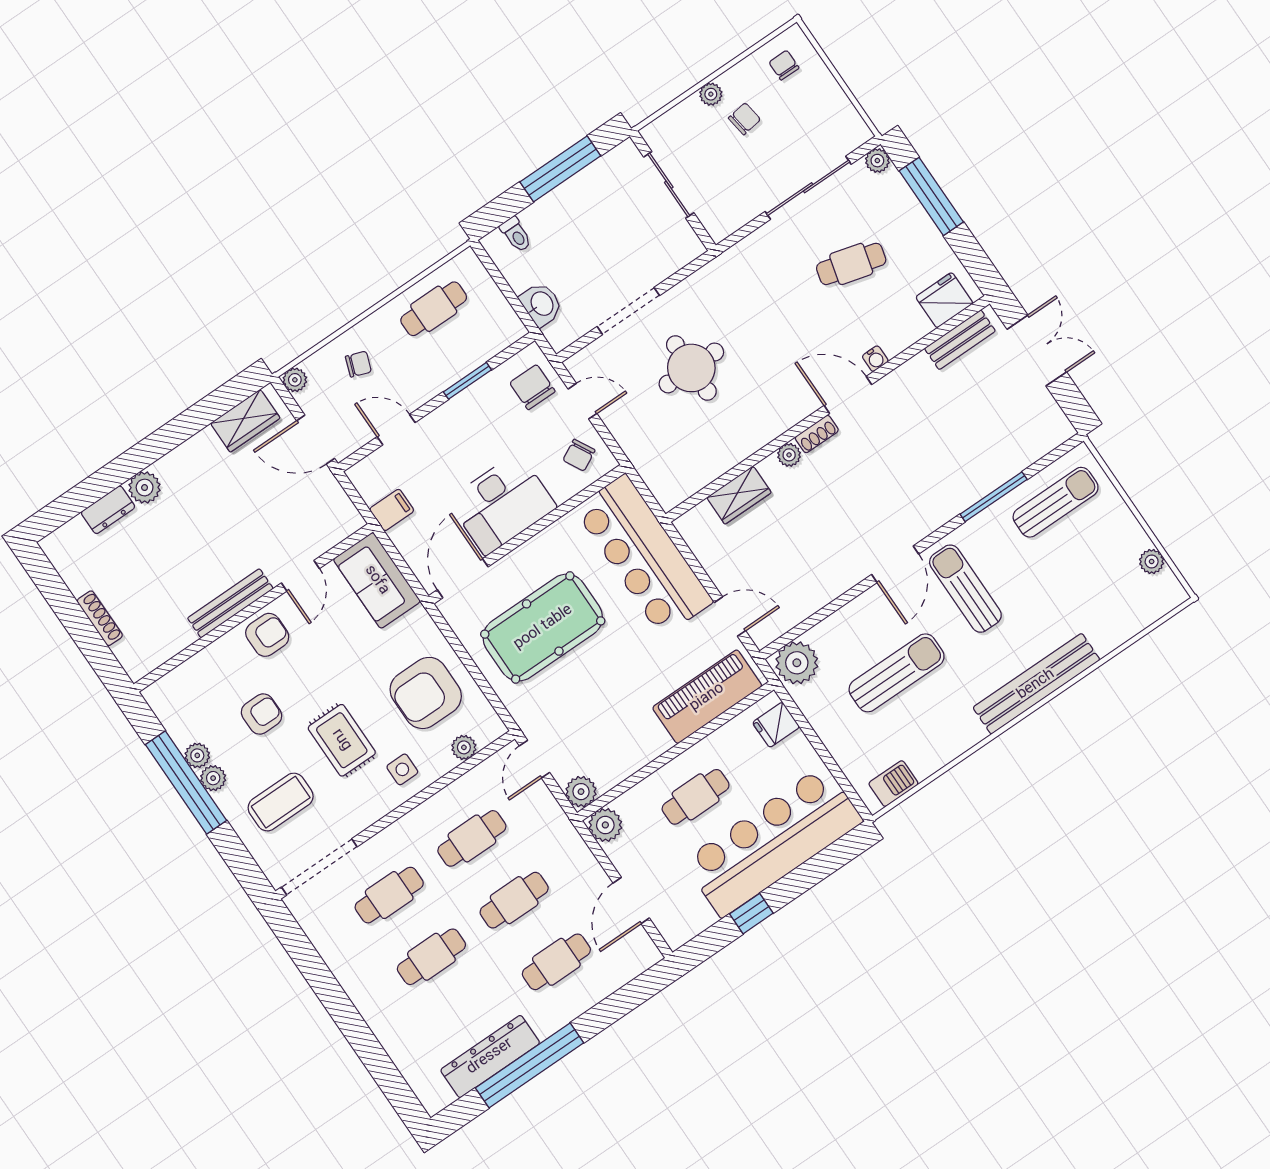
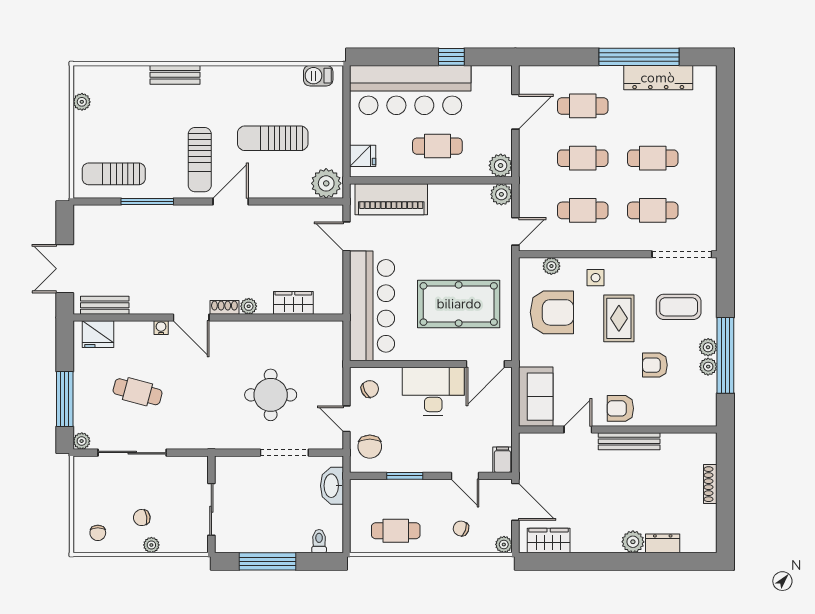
washbasin: (541, 304) -> (332, 486), width x1.38
filing cabinet: (392, 510) -> (503, 460), moved, turned 90
bench: (1036, 684) -> (175, 75), width x0.54, depth x0.82

